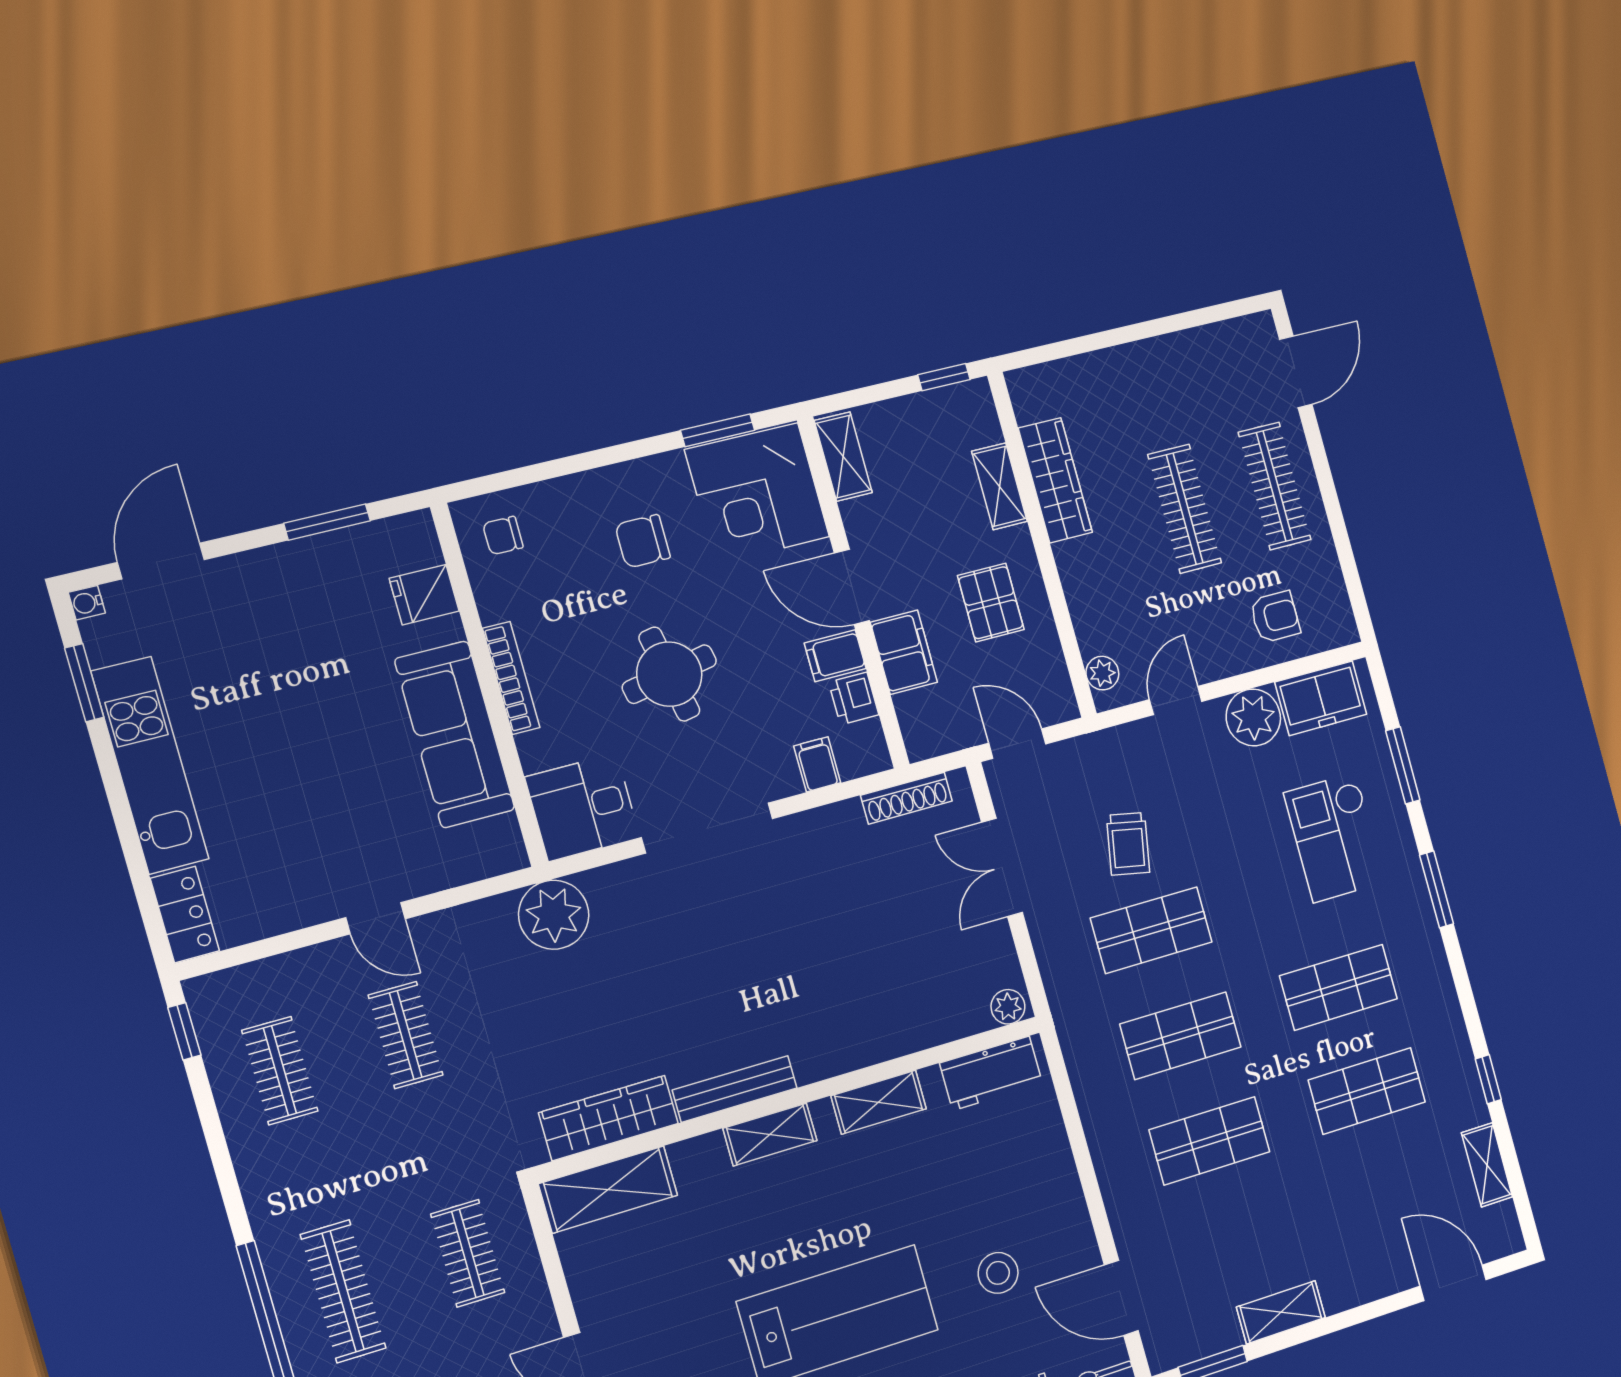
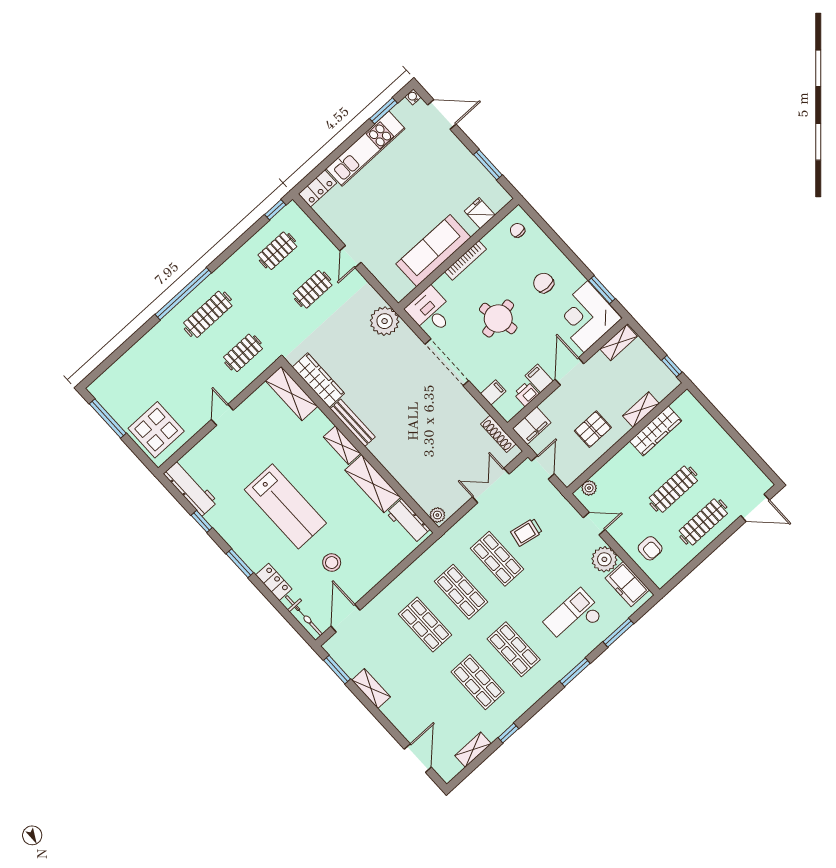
filing cabinet: (904, 652) -> (532, 426), moved
shelving: (879, 1102) -> (373, 484), width x1.50, depth x1.33

